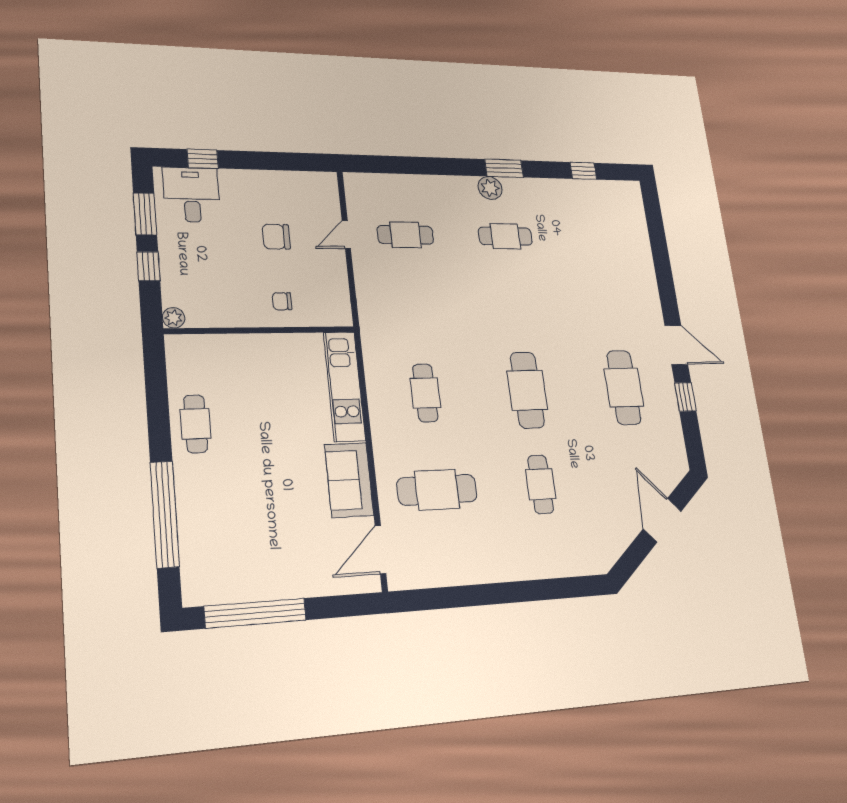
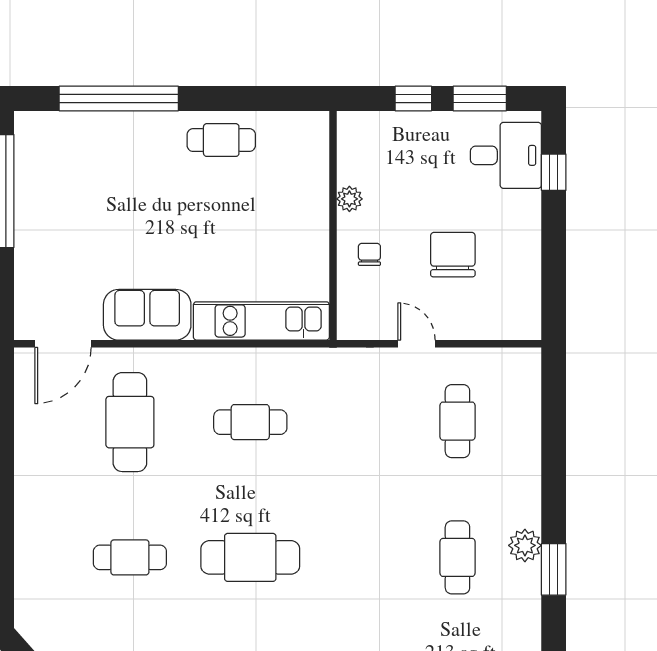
door: (346, 235) -> (417, 344), moved
chair: (276, 237) -> (453, 255), width x1.37, depth x1.37
plant: (174, 318) -> (349, 199), moved
door: (380, 550) -> (63, 344), swing flipped

